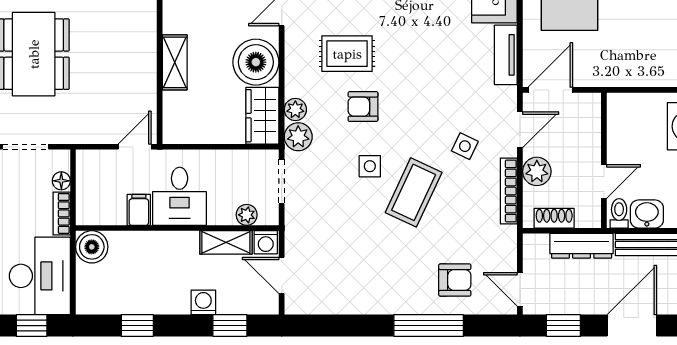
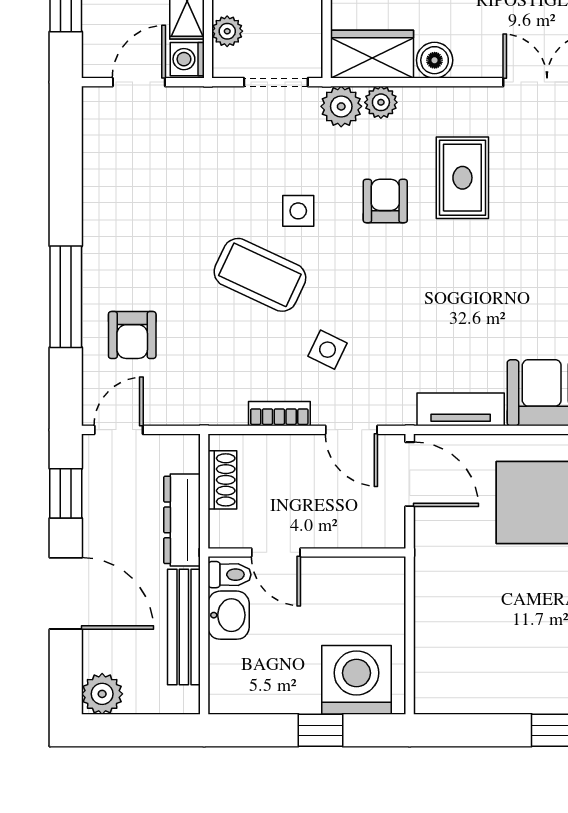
boiler: (256, 62) -> (435, 60), width x0.54, depth x0.54
plant: (537, 171) -> (291, 455), removed
bookcase: (509, 191) -> (279, 414), width x0.64

